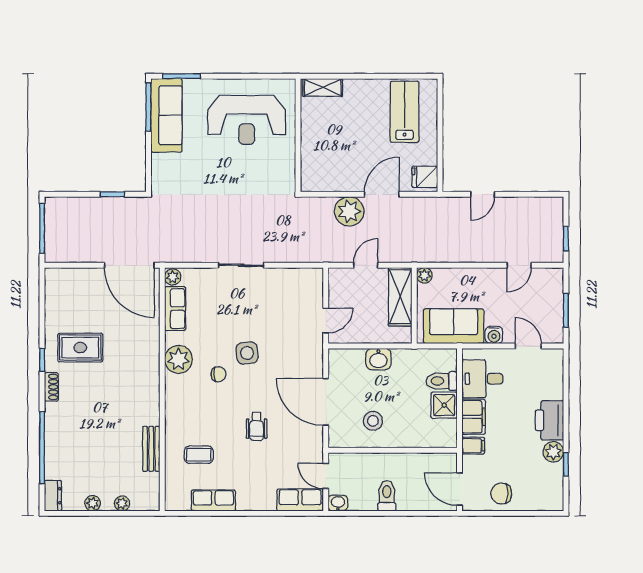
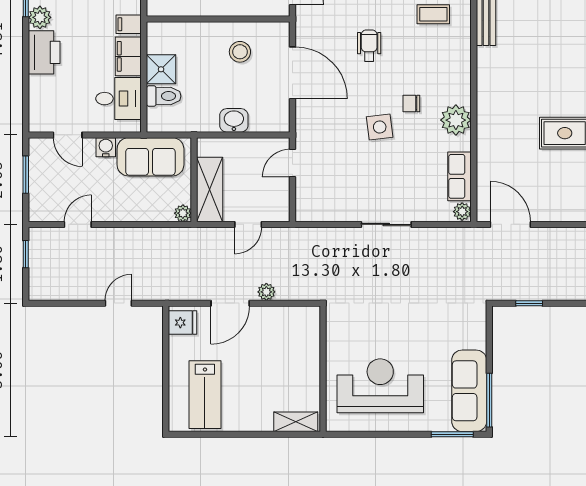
plant: (349, 211) -> (266, 292), width x0.53, depth x0.53
door: (129, 265) -> (510, 224), width x0.73

